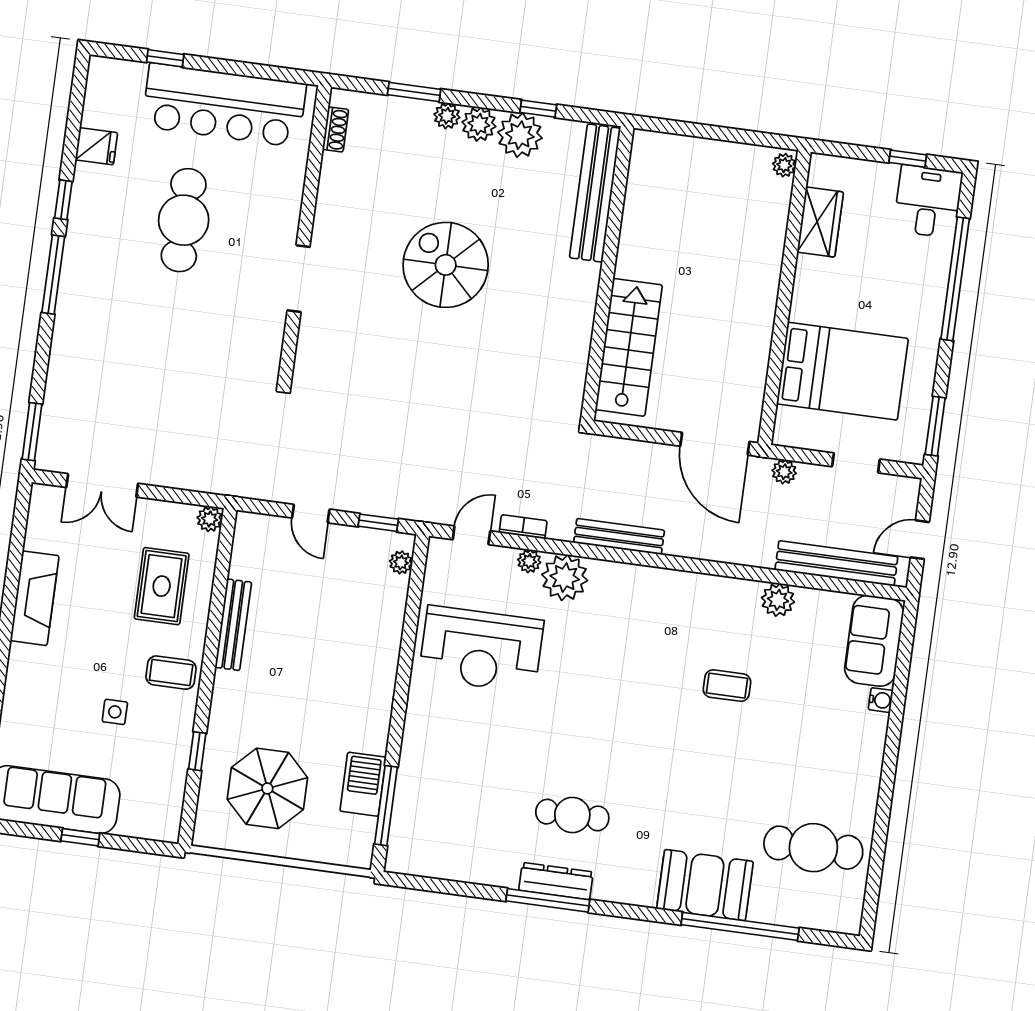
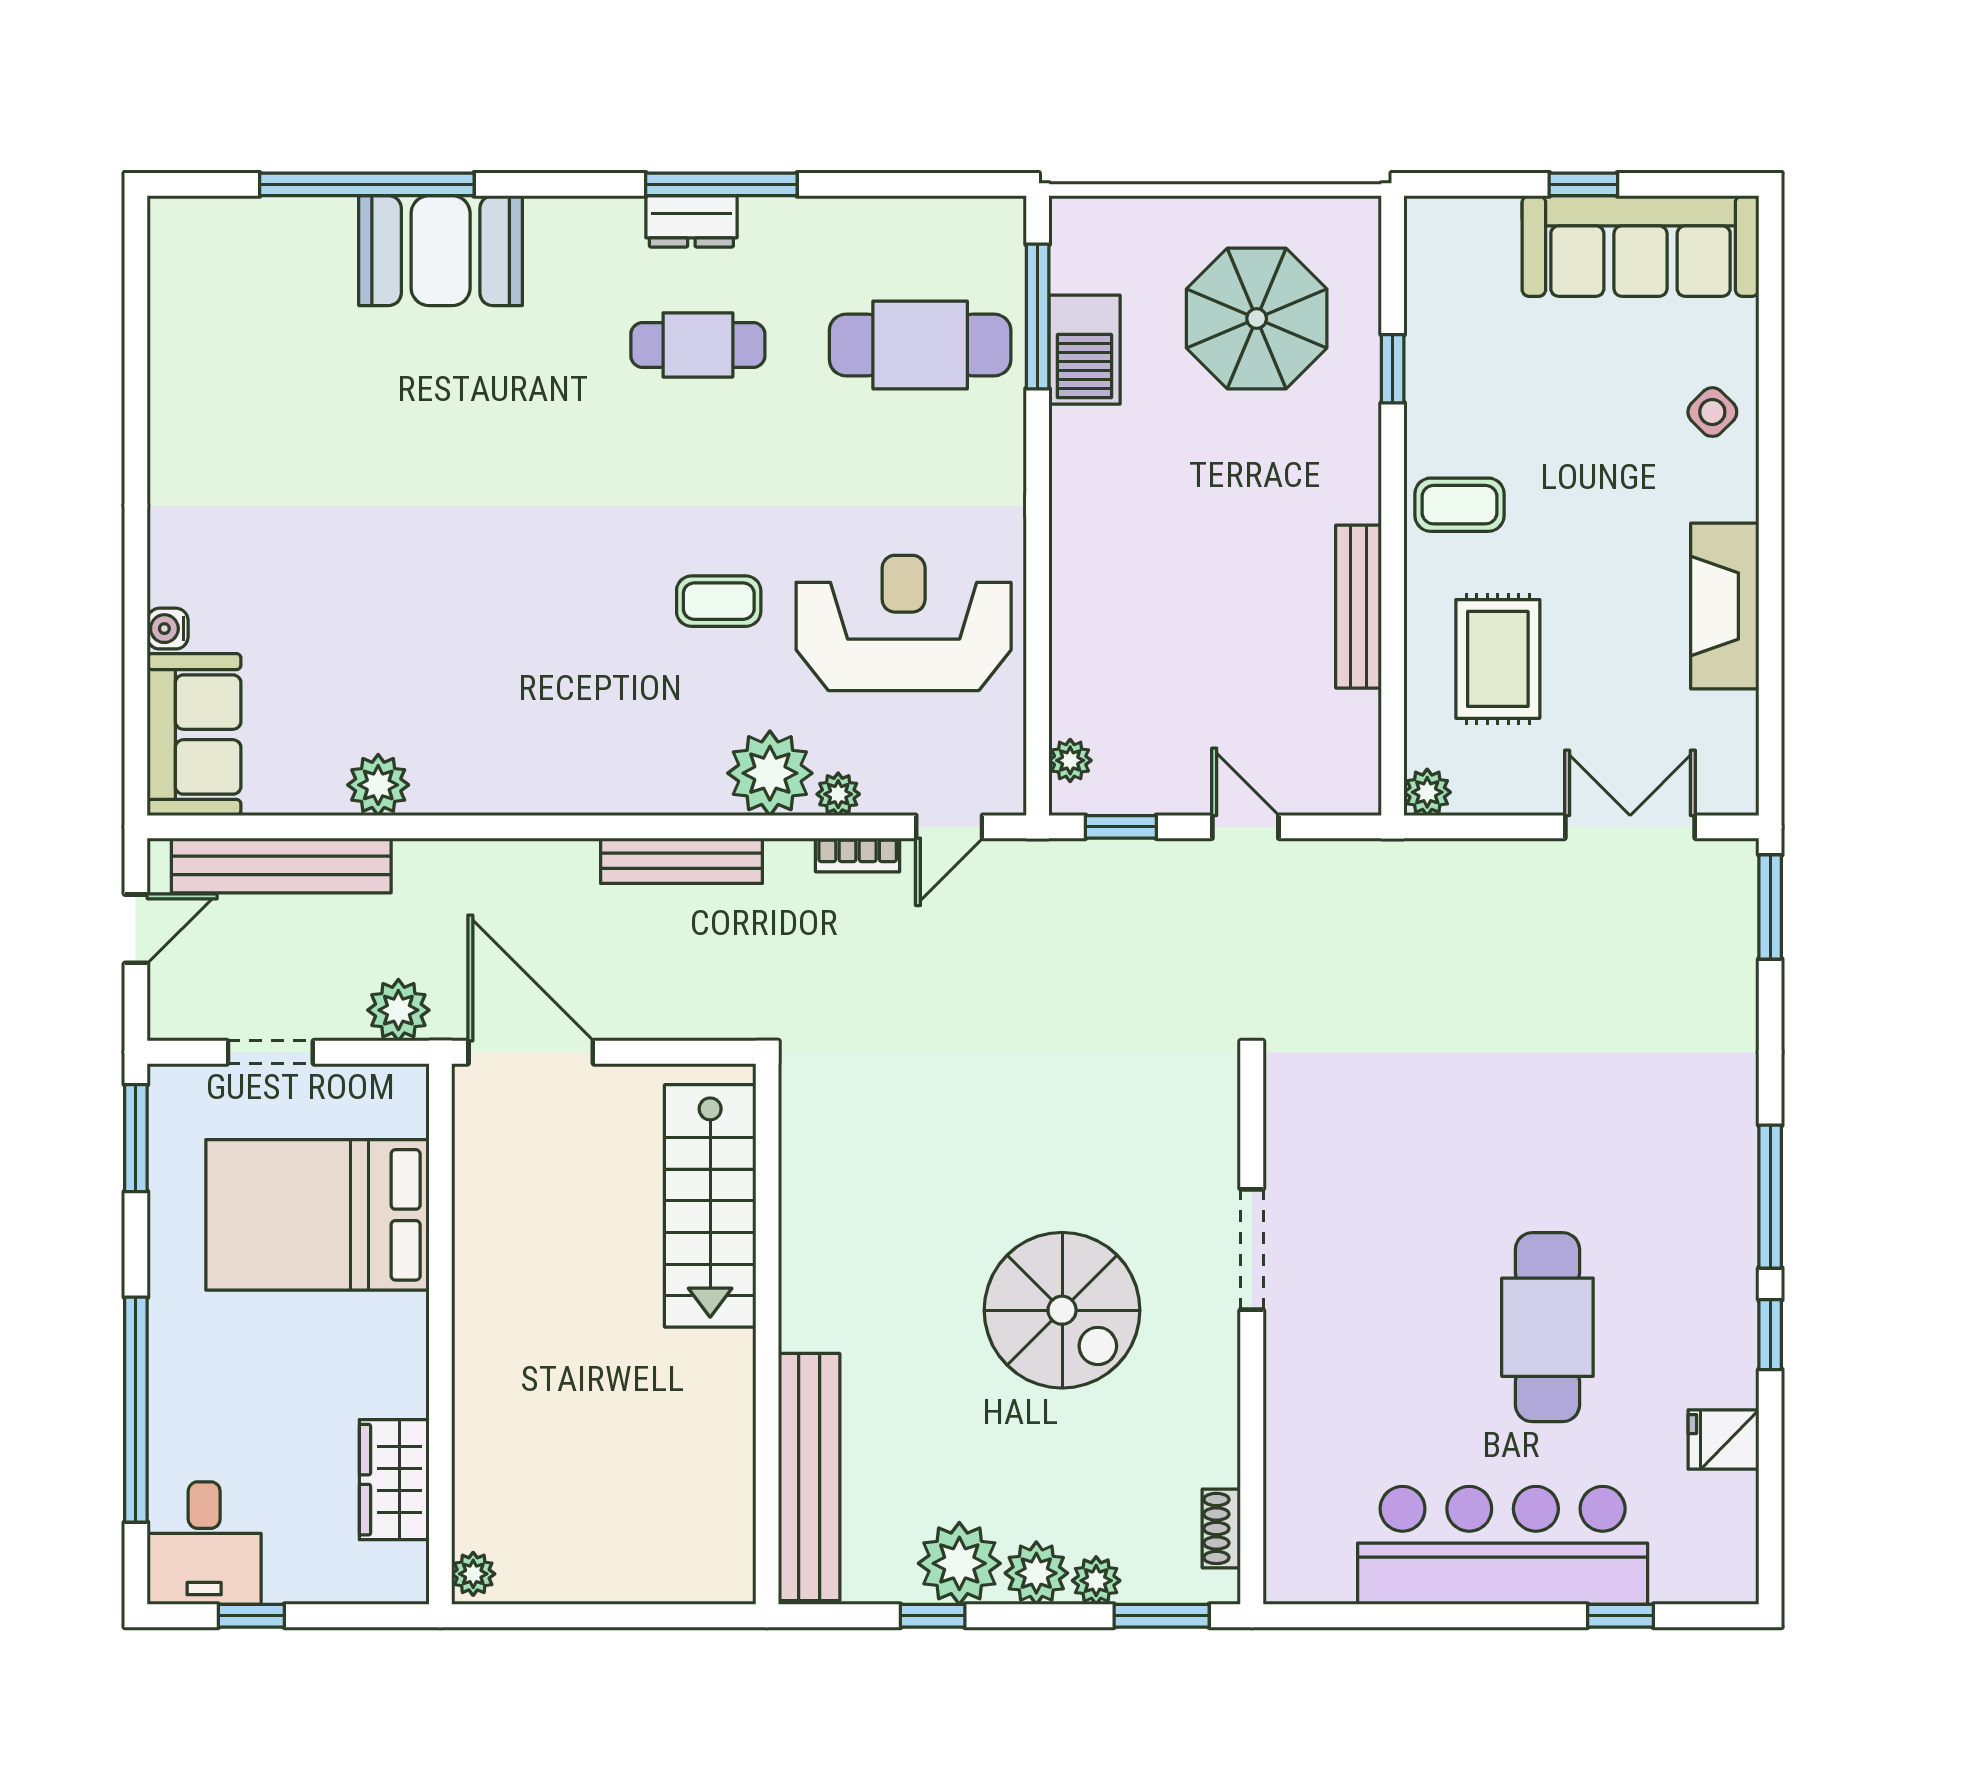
shoe rack: (336, 129) -> (1221, 1528), moved
wall: (305, 233) -> (1252, 1334), moved
doorway: (299, 279) -> (1252, 1249), moved
plant: (784, 472) -> (398, 1010), width x1.38, depth x1.38
coffee table: (727, 686) -> (719, 601), moved
side table: (115, 712) -> (1712, 412), moved, turned 45
cafe table: (813, 848) -> (920, 345), moved
dresser: (556, 881) -> (691, 221), width x0.70

